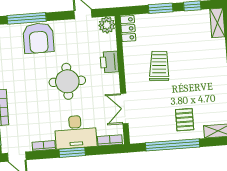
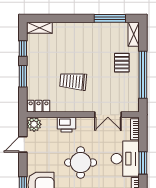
pallet: (185, 120) -> (122, 63), turned 90

